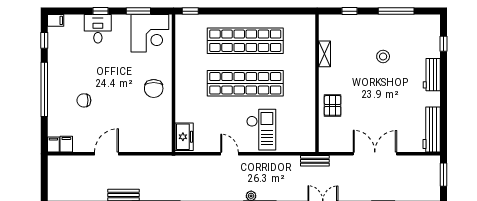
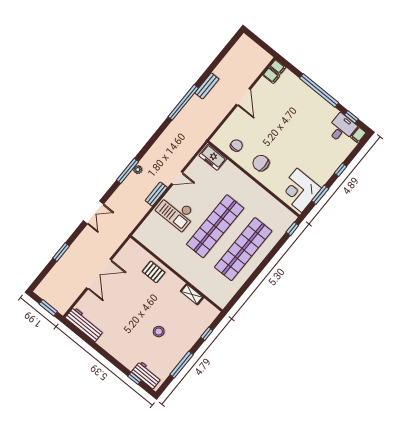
desk: (98, 29) -> (342, 128), moved, turned -90
workbench: (432, 75) -> (147, 375), moved
chair: (84, 100) -> (236, 146), moved
bench: (315, 161) -> (156, 194), moved

